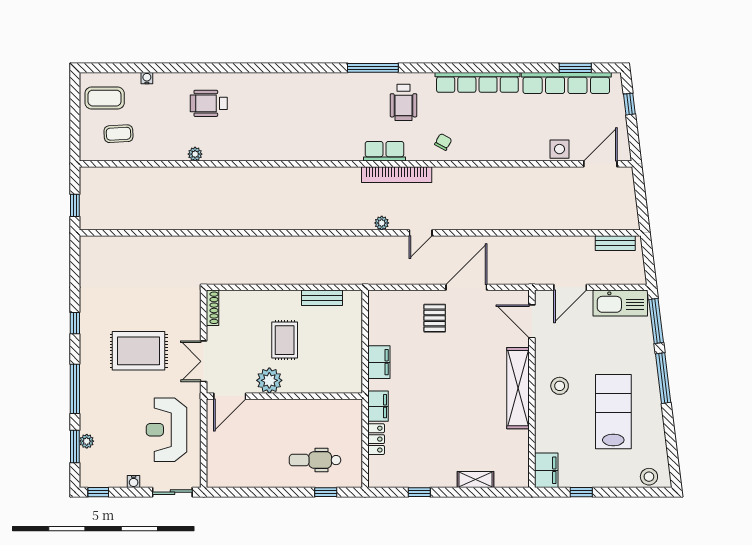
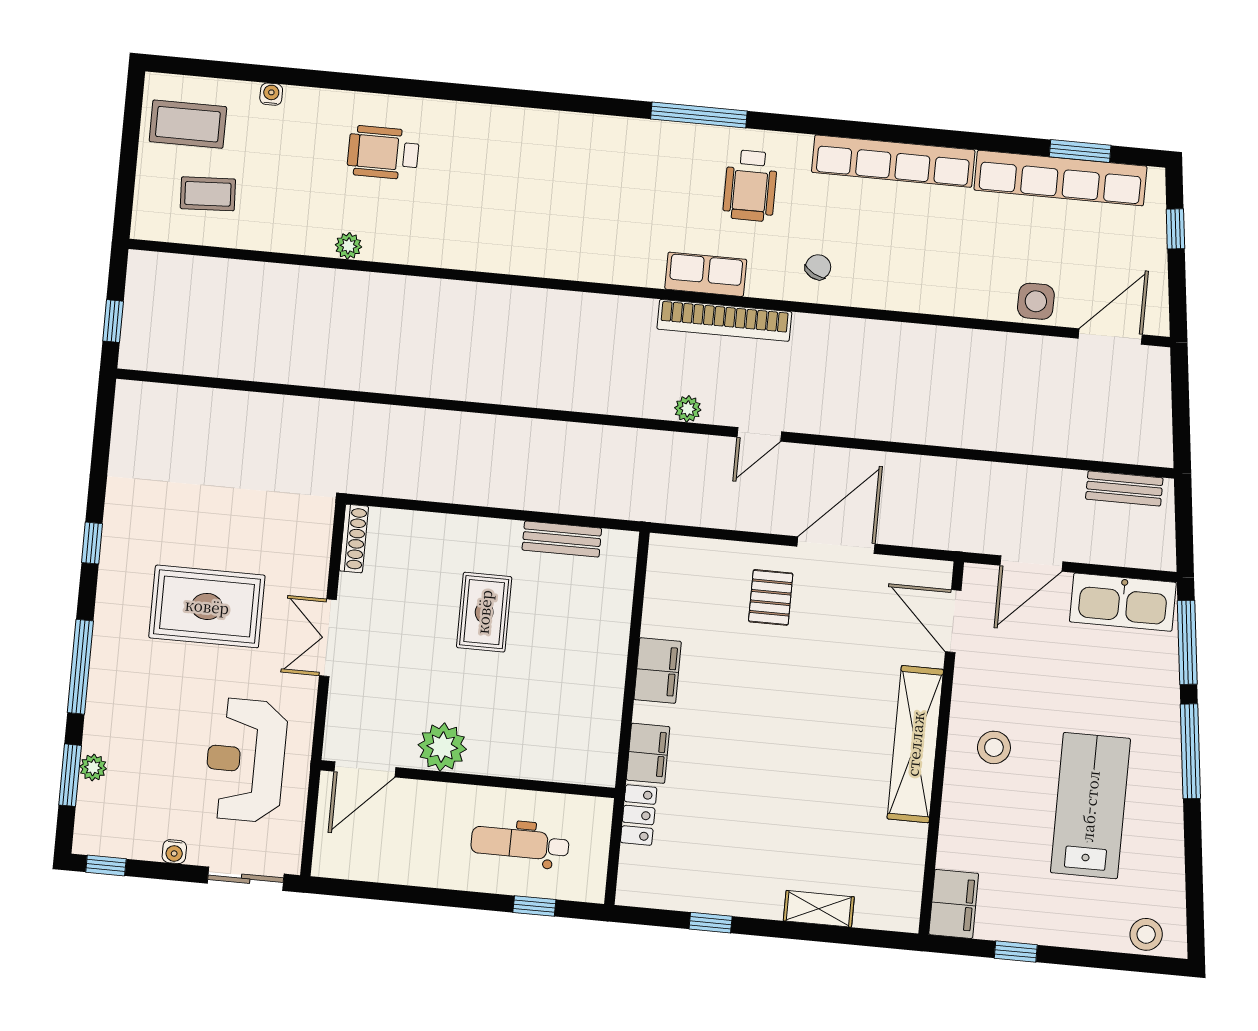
plant: (269, 380) -> (442, 747), moved
door: (230, 396) -> (365, 769), moved
wall: (284, 396) -> (468, 779), moved

